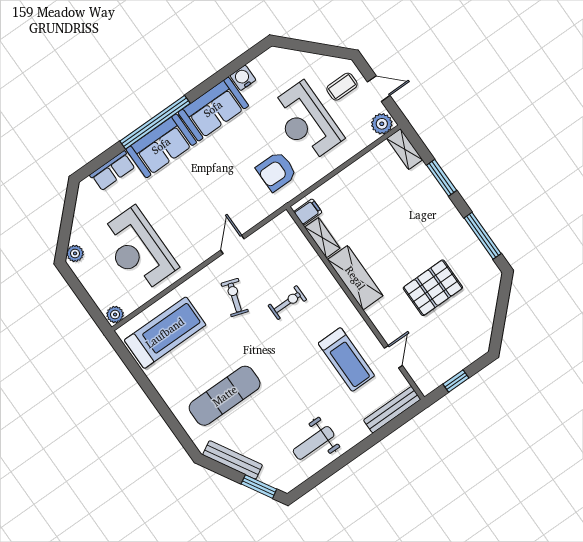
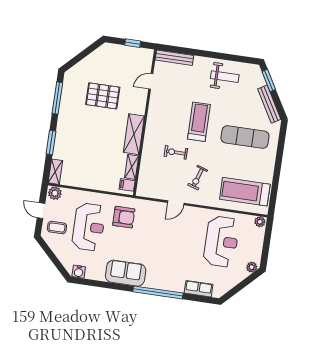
water cooler: (243, 78) -> (79, 272), moved
sofa: (161, 146) -> (165, 279), removed
treadmill: (346, 359) -> (199, 122), moved

